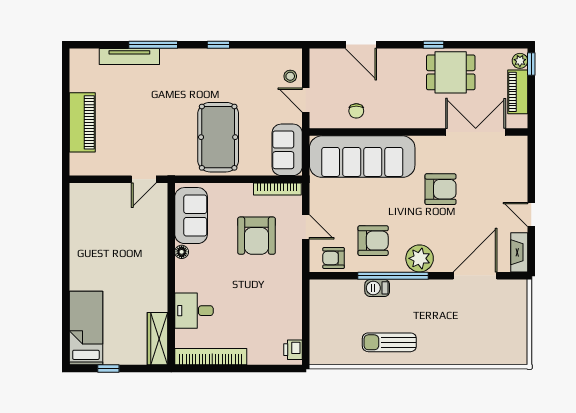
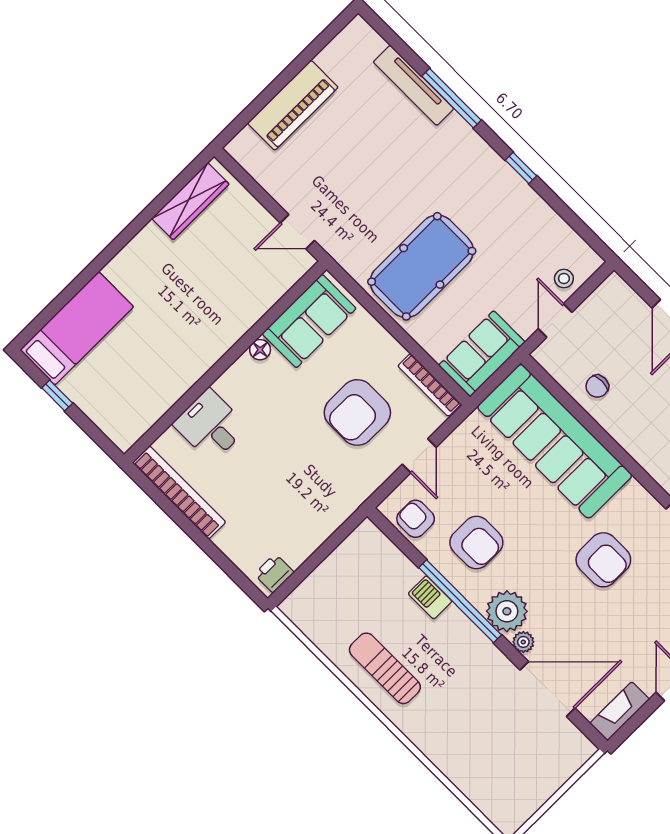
plant: (442, 265) -> (523, 642), added
wardrobe: (157, 339) -> (190, 201), moved, turned 180

